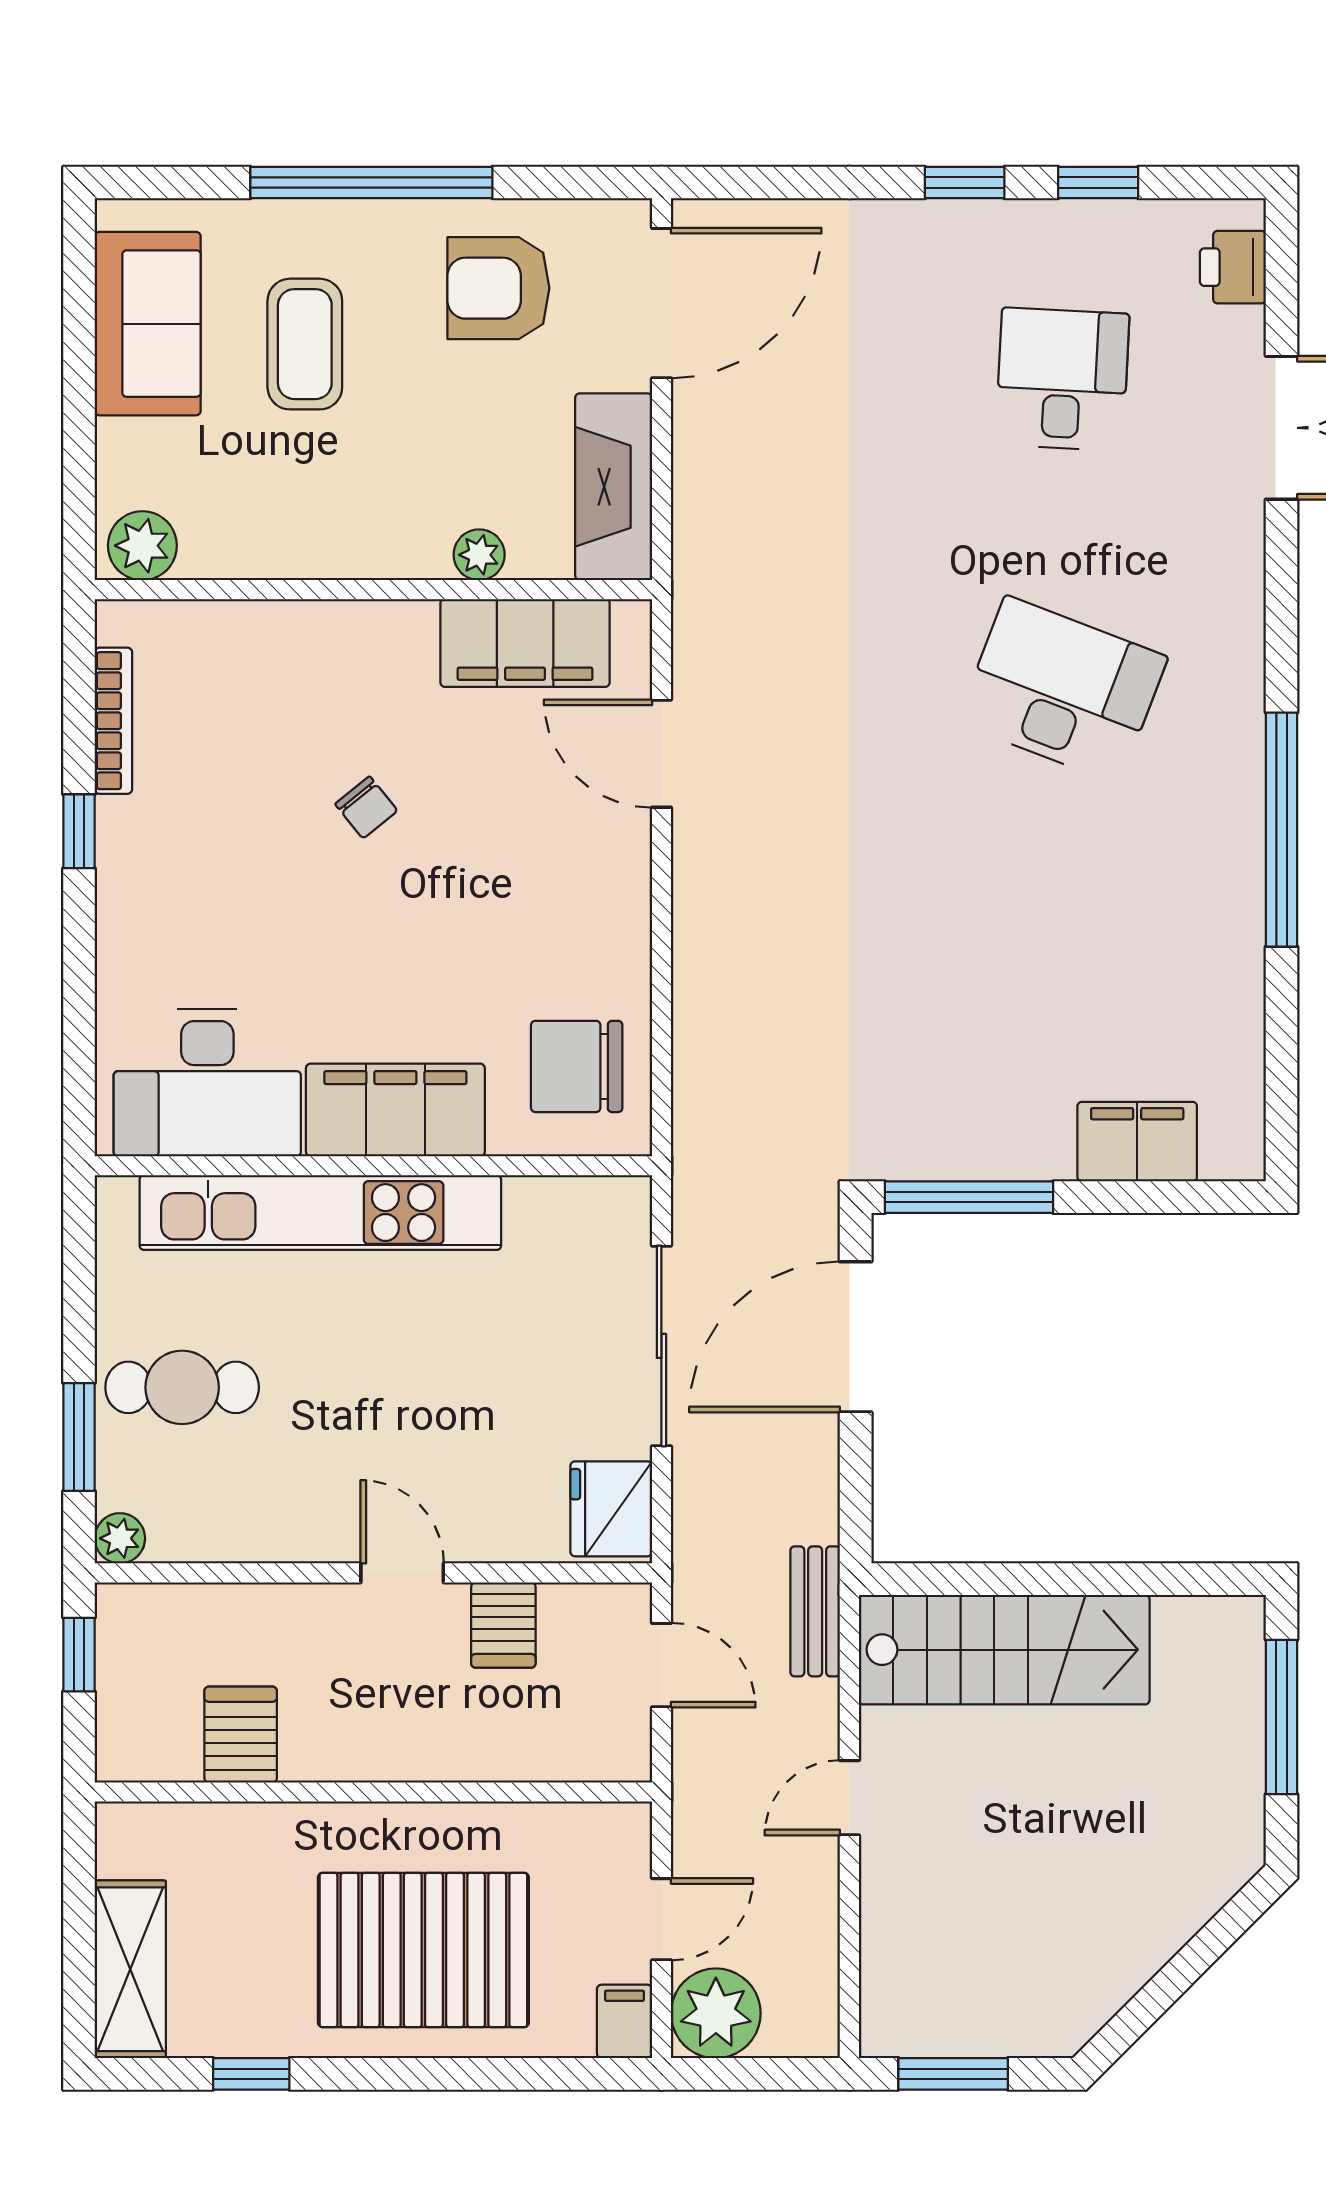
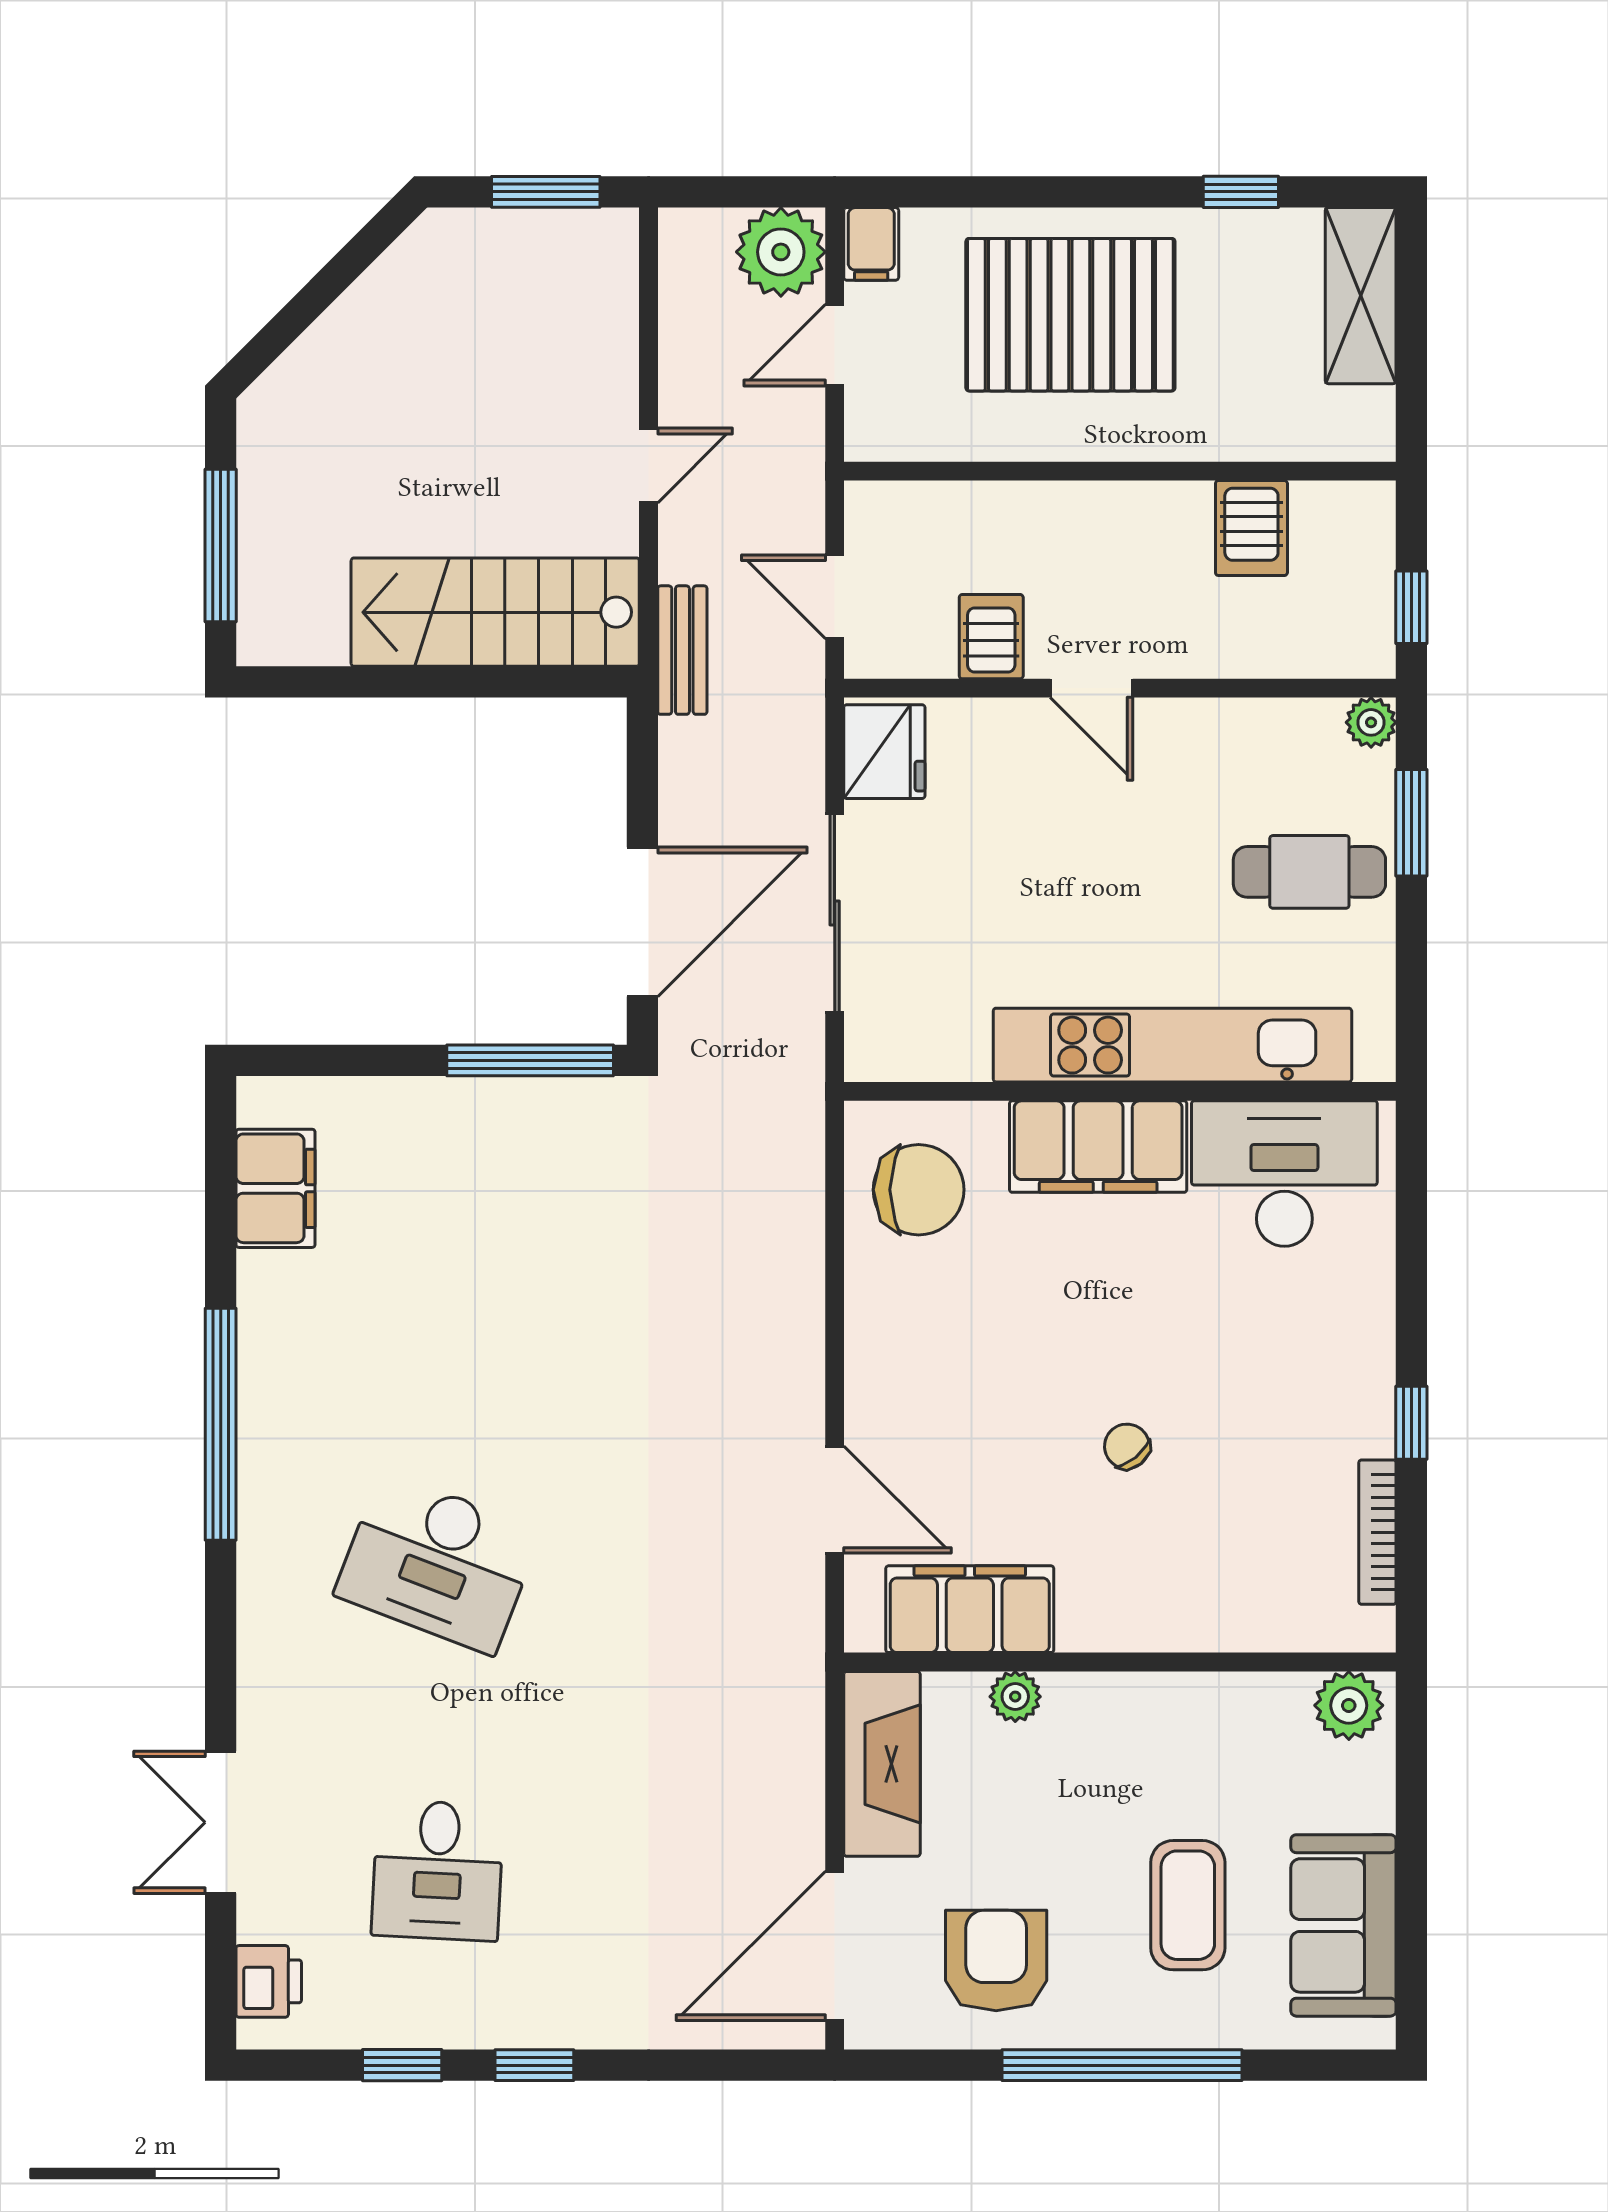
armchair: (498, 288) -> (996, 1961), turned -90
filing cabinet: (1137, 1142) -> (276, 1188), moved, turned -90

